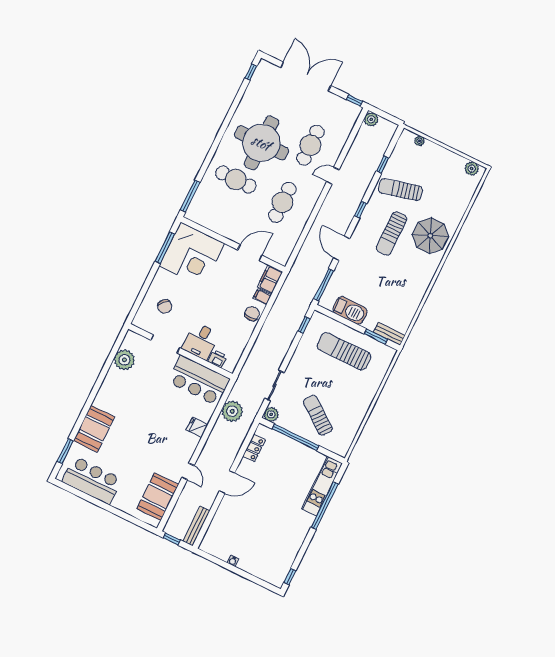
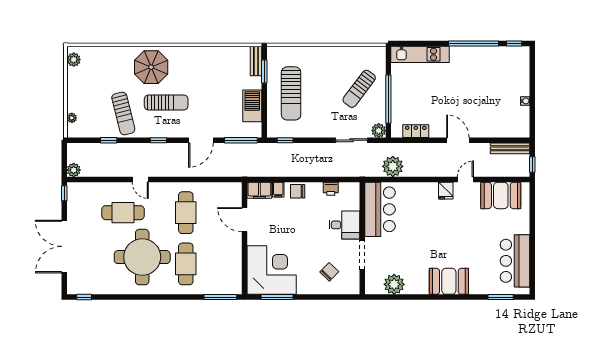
cafe table: (282, 202) -> (186, 213), turned 90
printer: (217, 359) -> (331, 189), moved, turned -90
fridge: (197, 427) -> (446, 191), moved
booth: (94, 429) -> (449, 281), moved
window: (325, 506) -> (474, 44), moved

